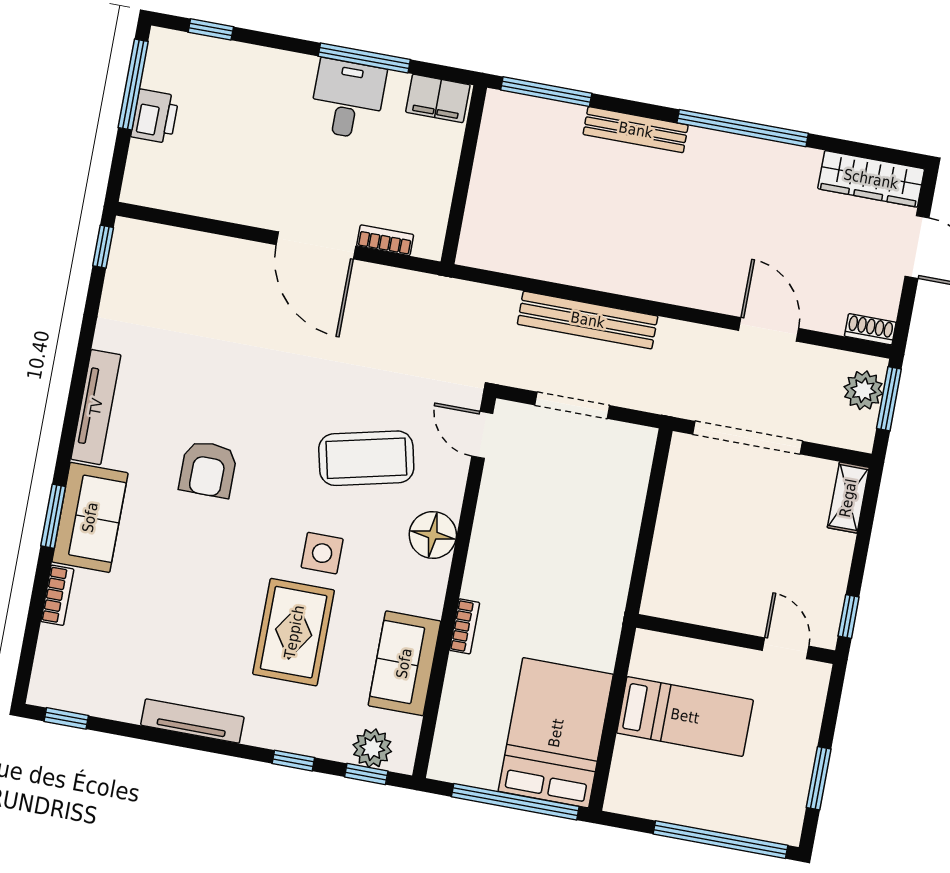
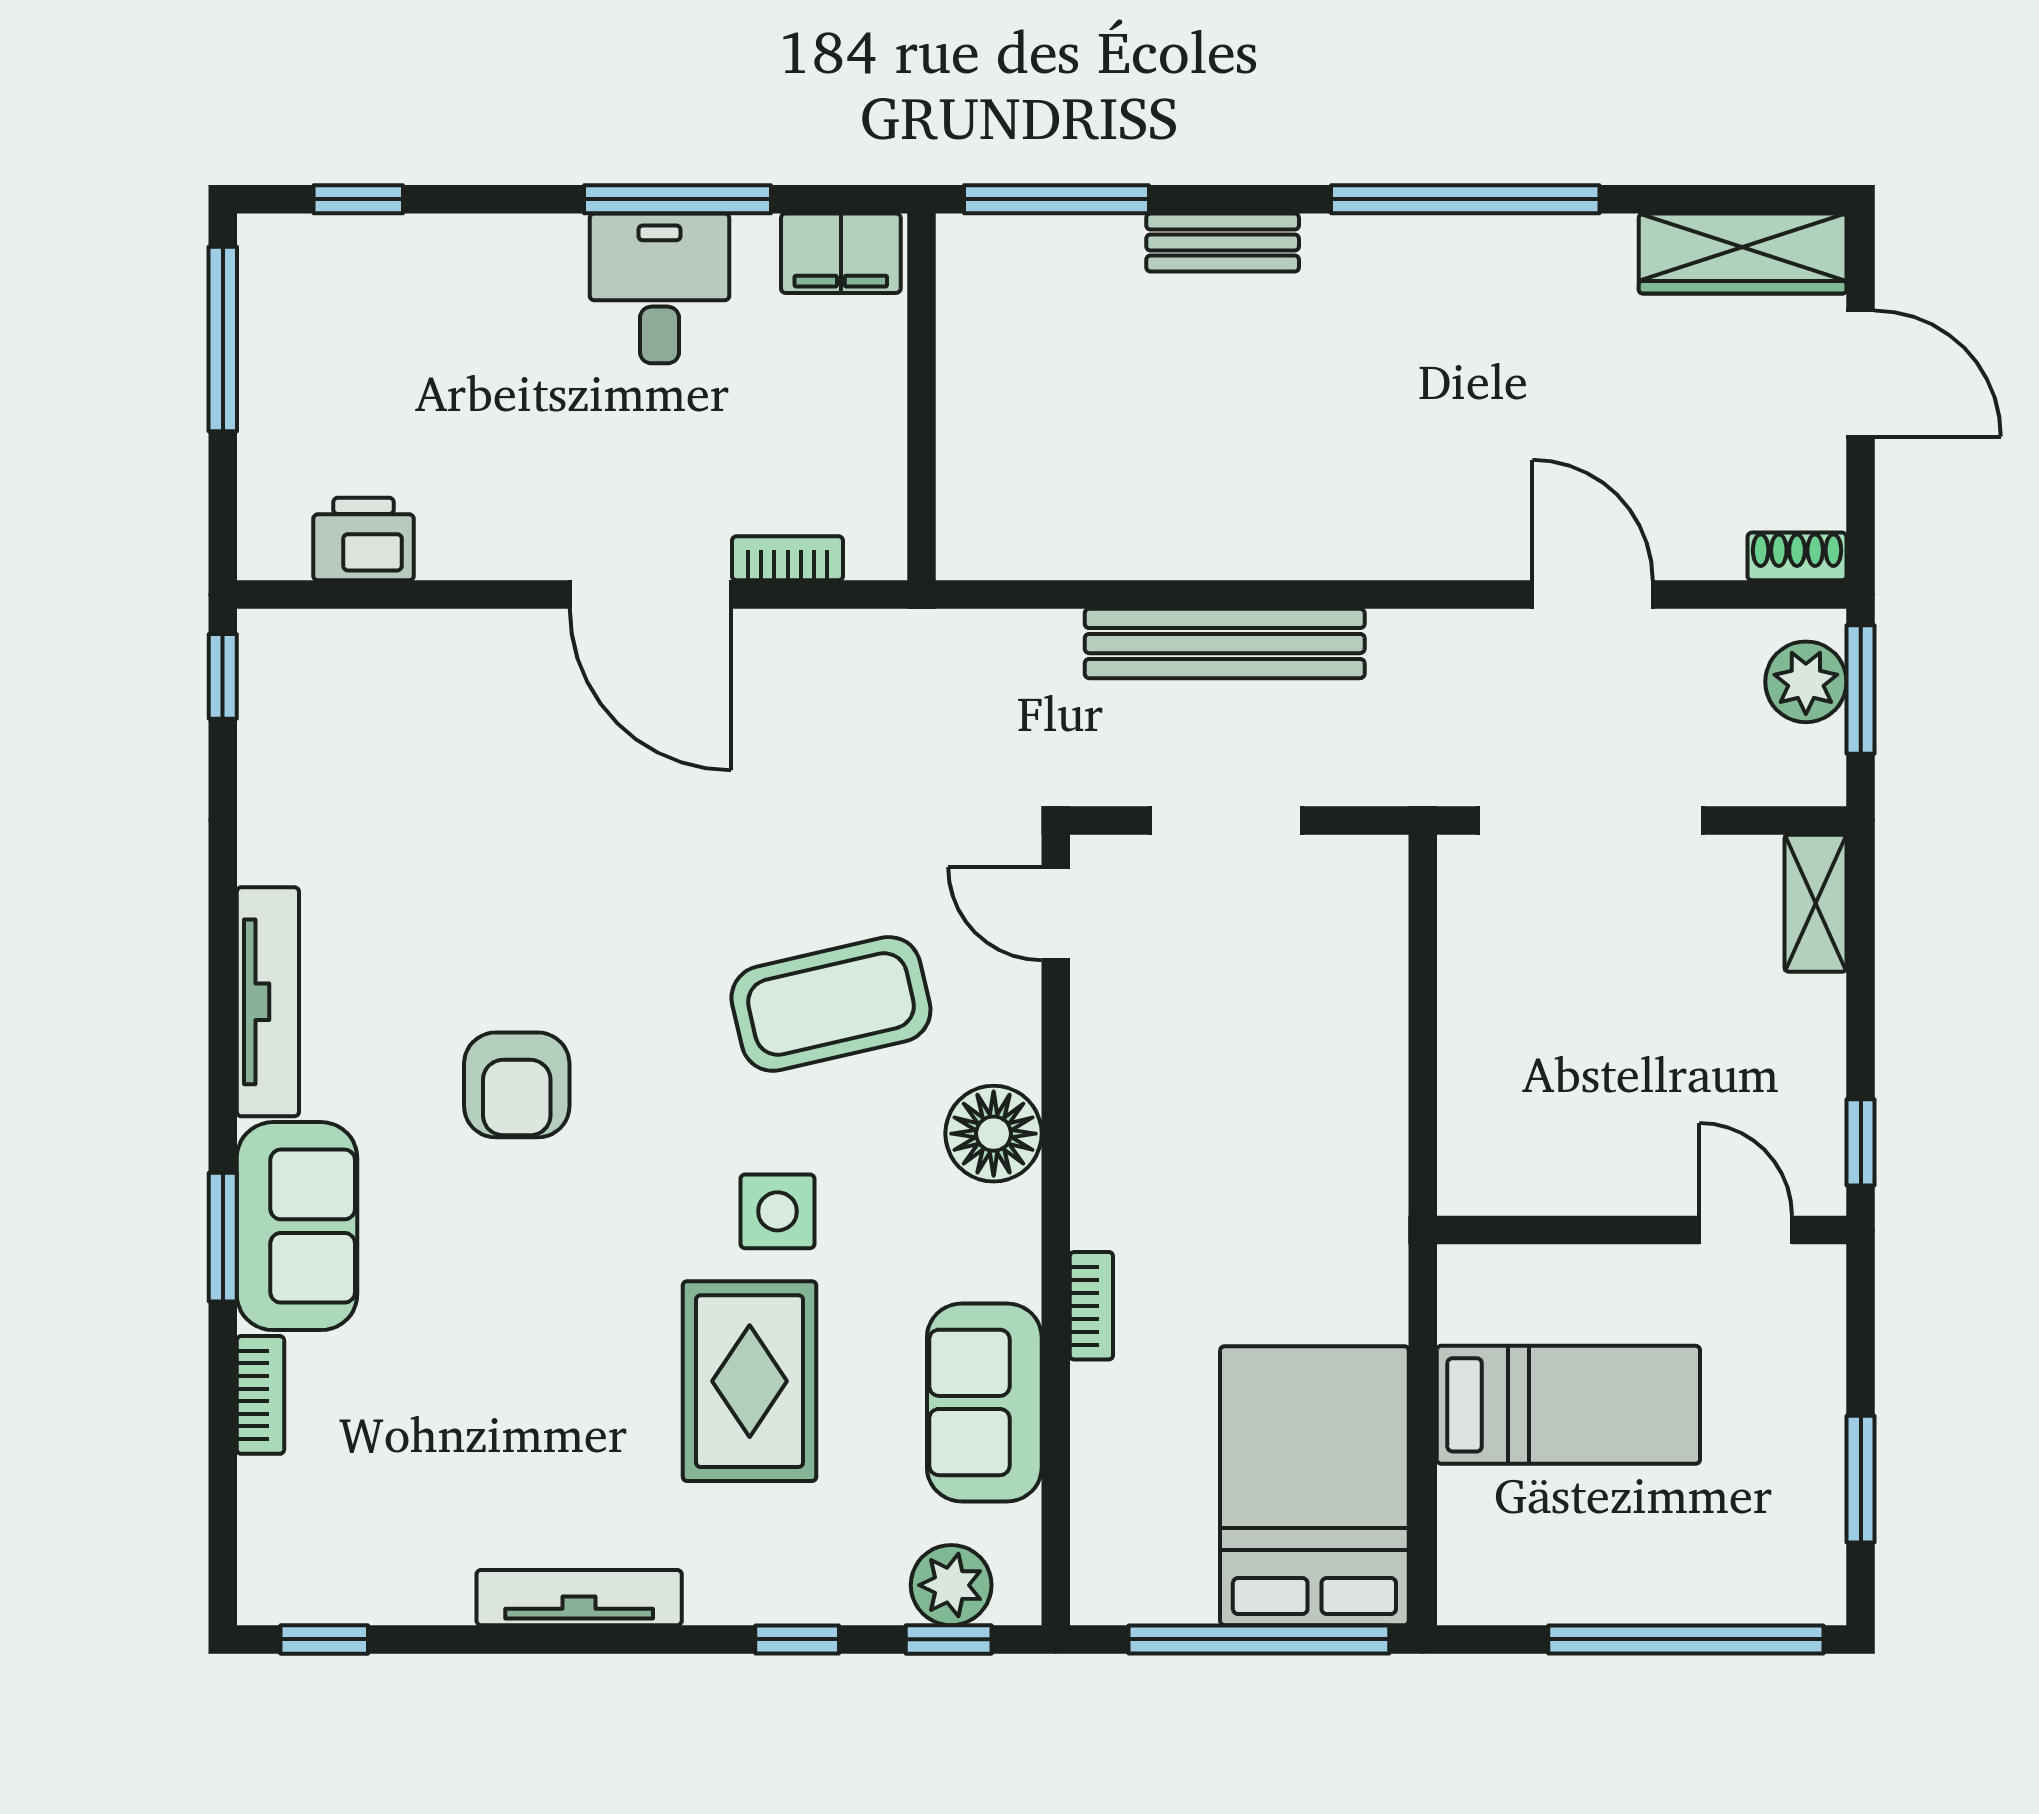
printer: (155, 116) -> (364, 539), moved, turned -90
bench: (636, 130) -> (1223, 243), width x0.73

